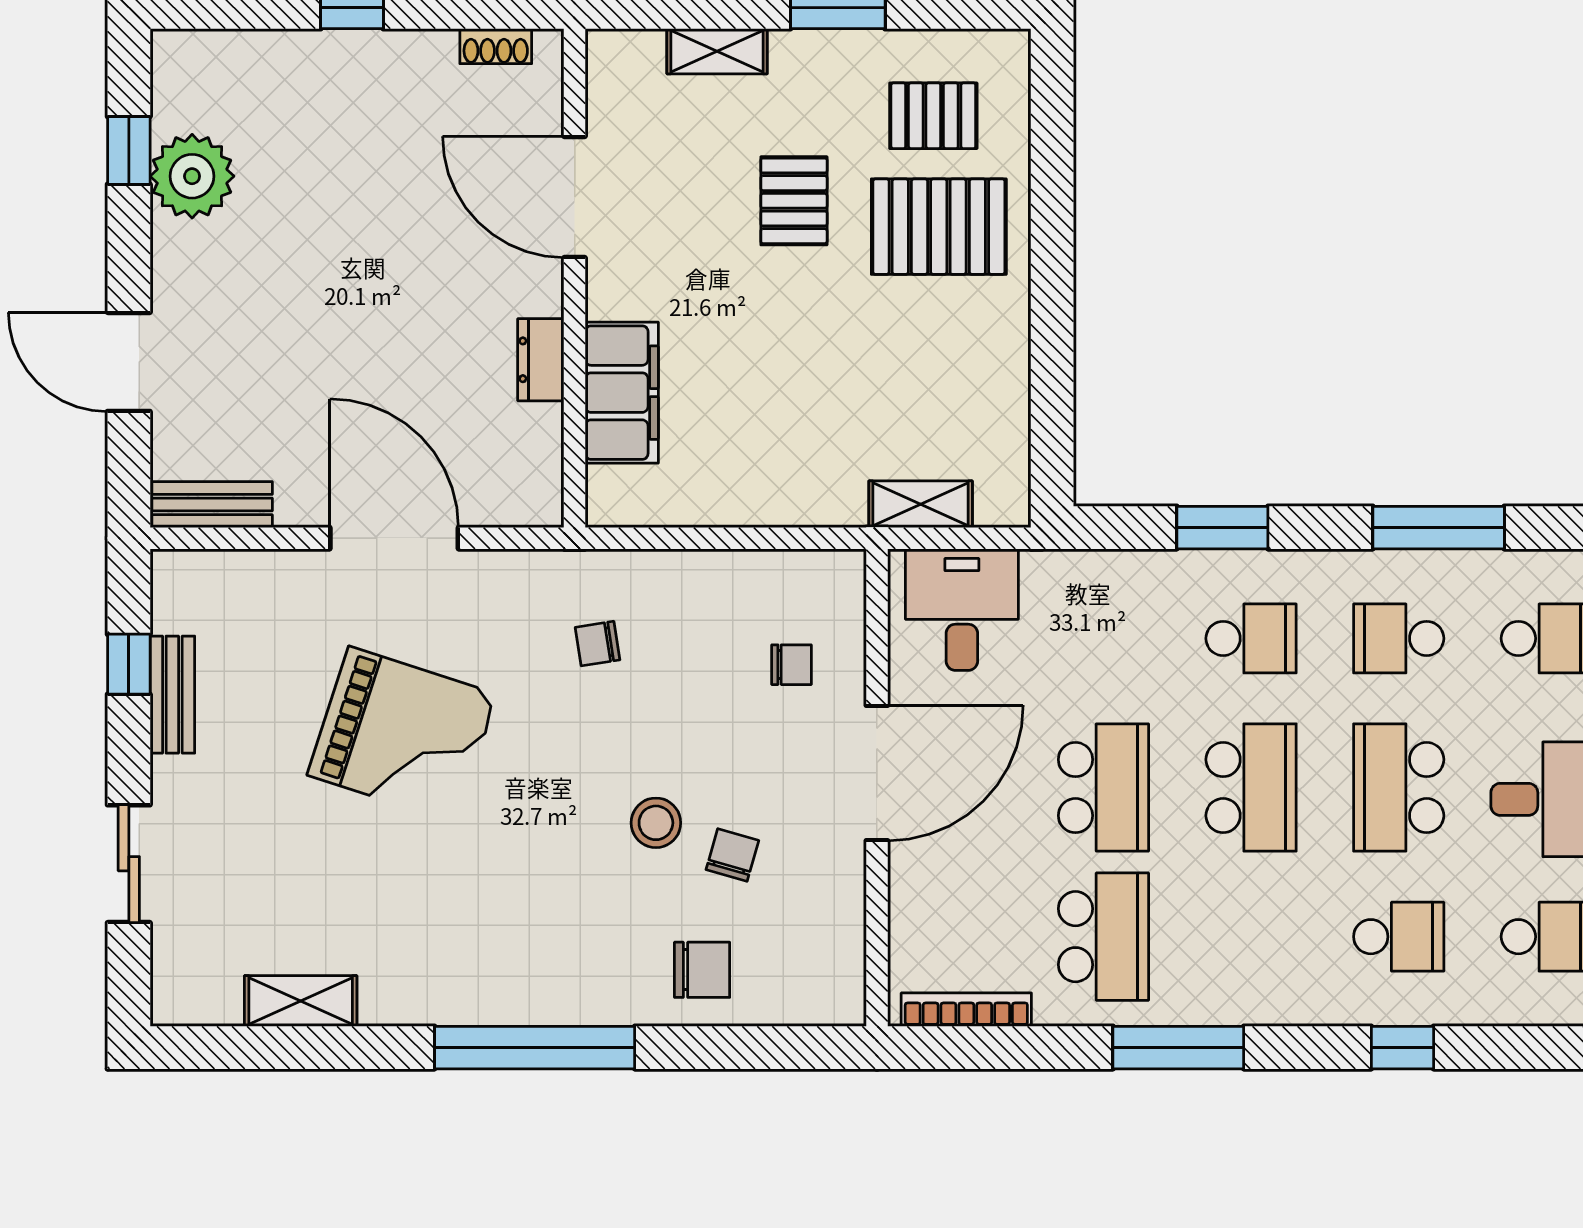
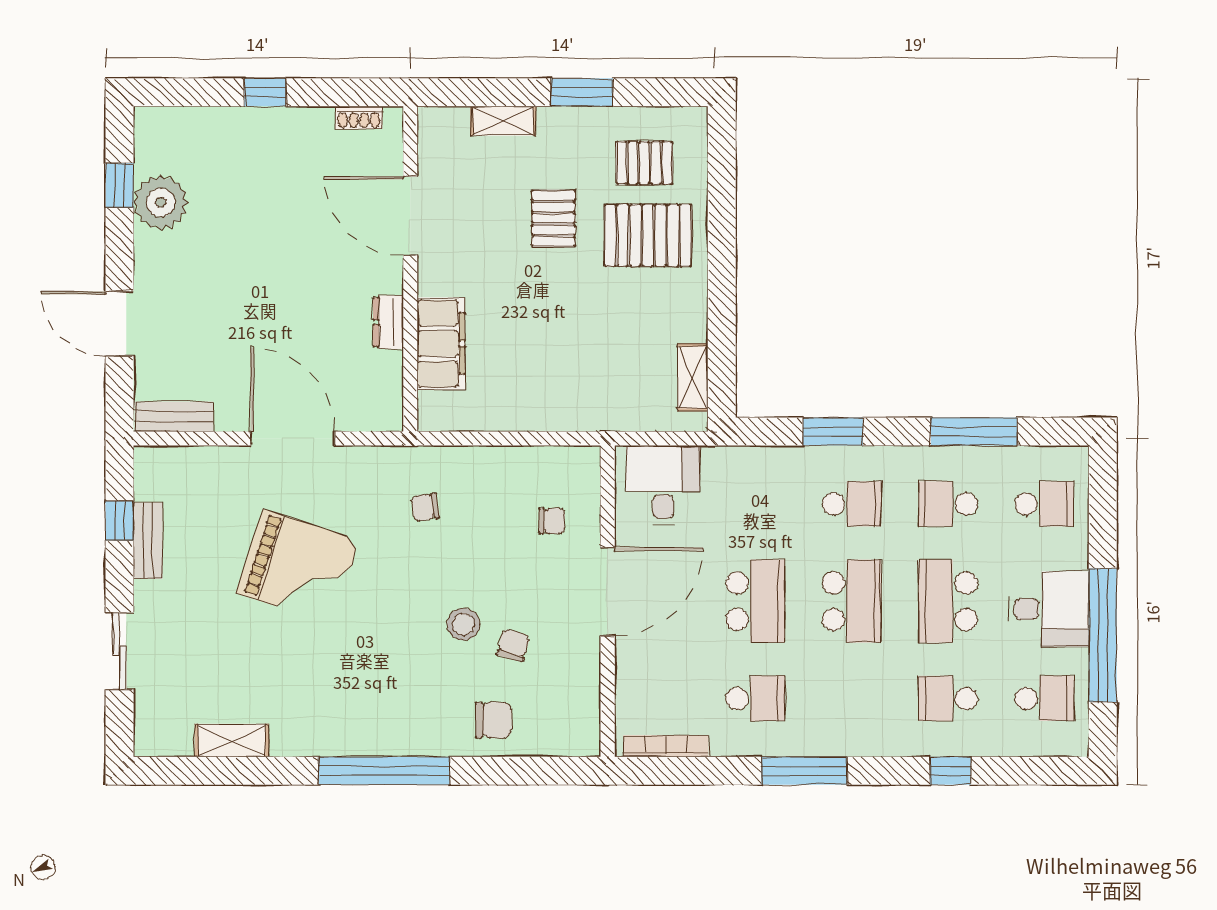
shelving: (921, 504) -> (693, 377), moved, turned 90
school desk: (1103, 937) -> (755, 698), width x0.54
school desk: (1399, 937) -> (948, 698), turned 180

